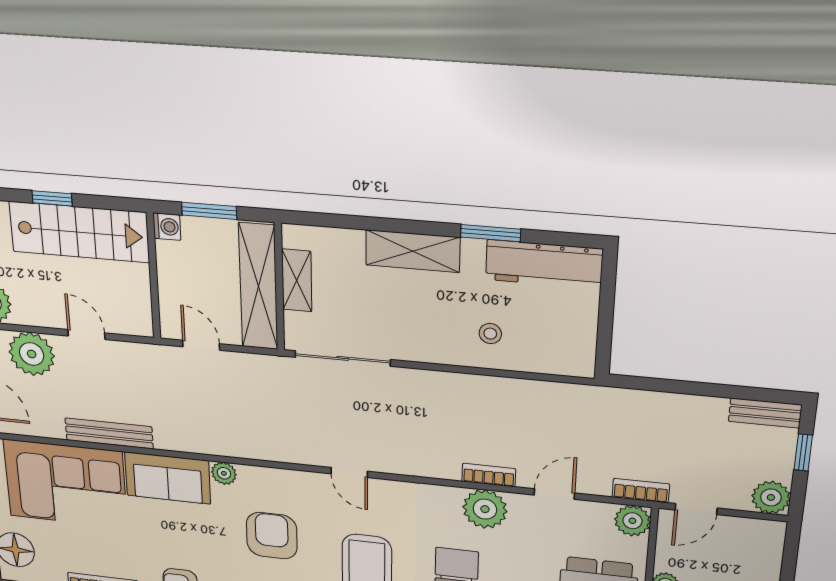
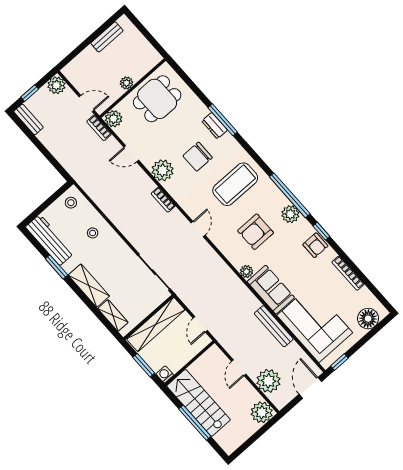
window: (52, 198) -> (195, 423), width x2.17
shelving: (297, 280) -> (113, 315), moved, turned 90
stool: (570, 348) -> (71, 203), added
bookcase: (489, 475) -> (163, 200), moved

